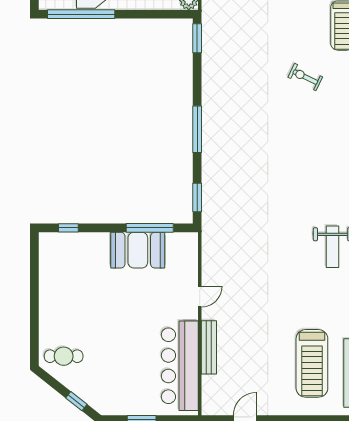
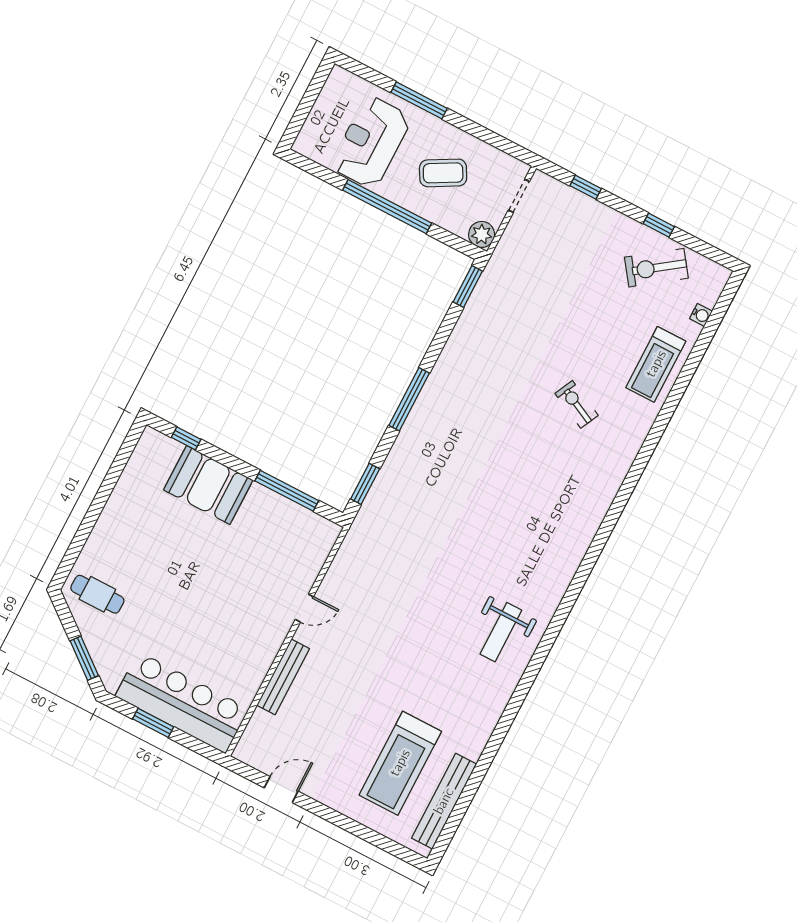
window: (81, 14) -> (387, 207), moved
booth: (138, 250) -> (208, 485), moved
bar counter: (180, 366) -> (182, 702), moved, turned 90
window: (76, 401) -> (84, 658), width x1.50

